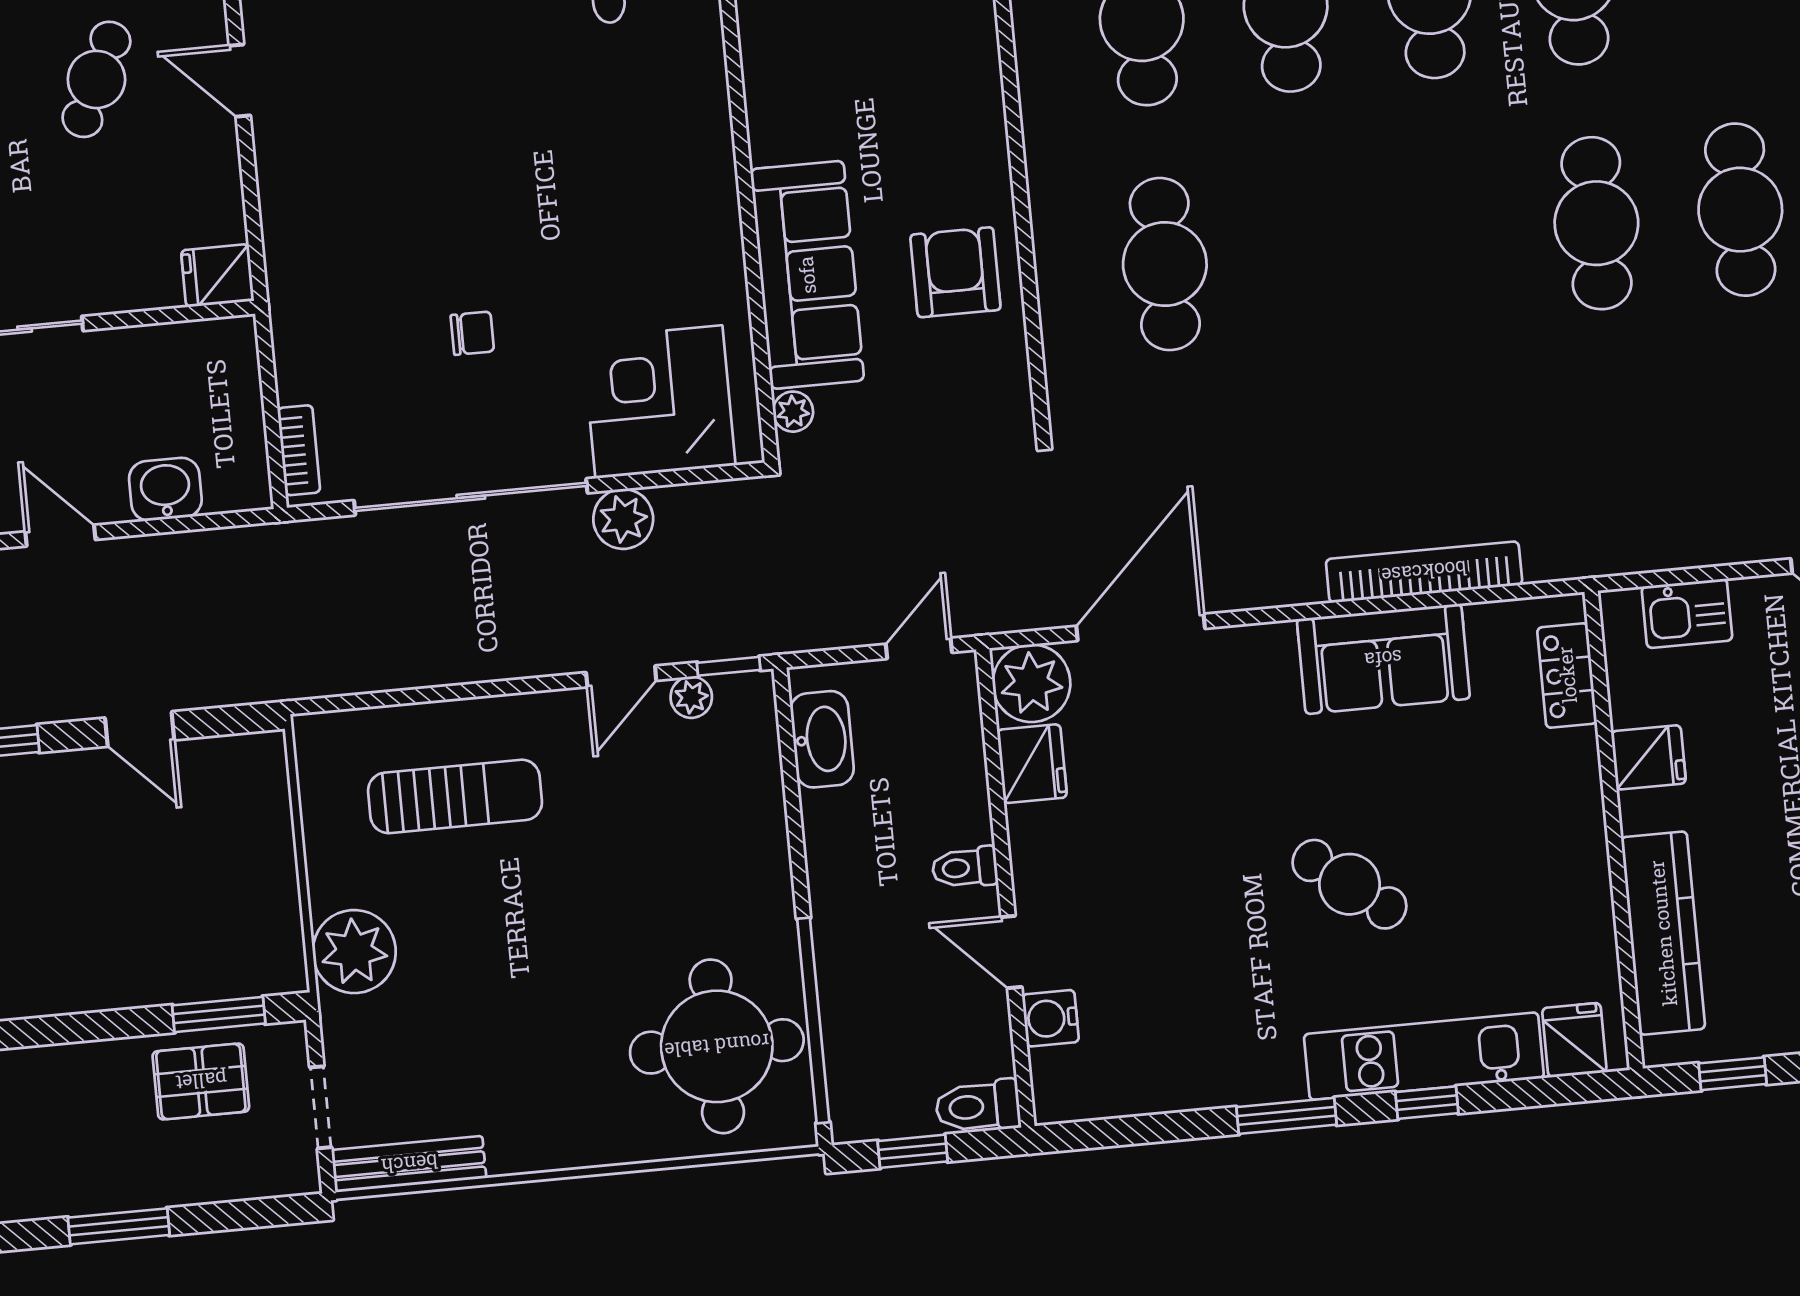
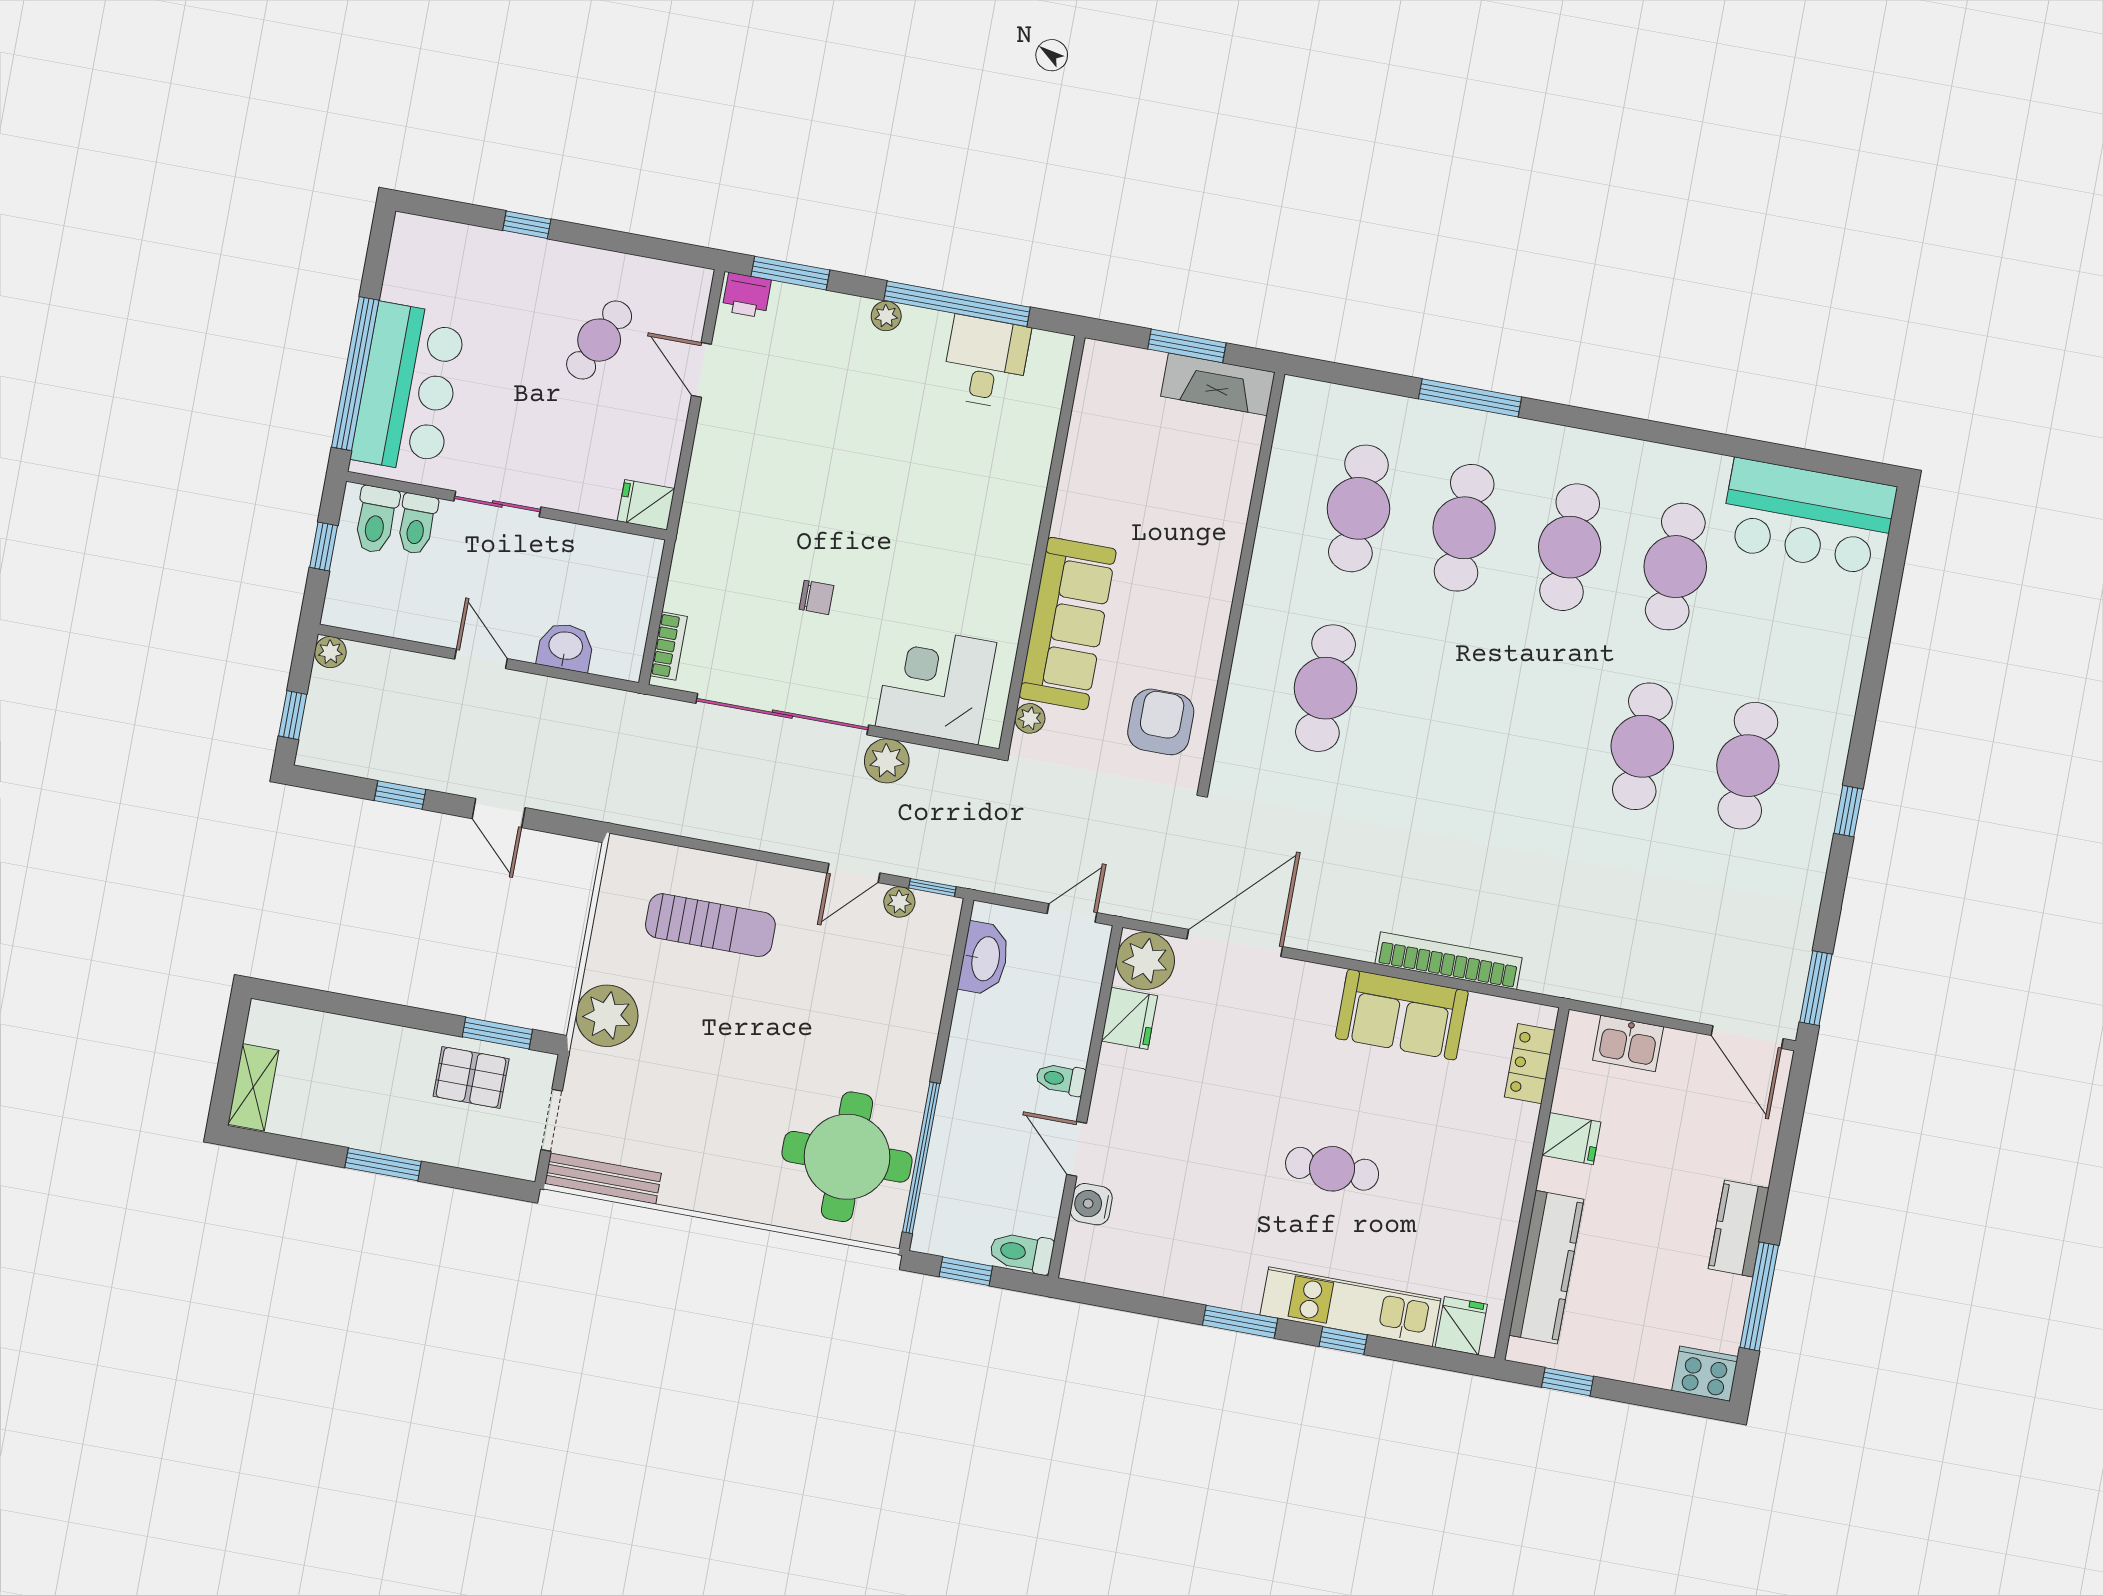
armchair: (955, 272) -> (1161, 722), moved
cafe table: (1349, 884) -> (1332, 1169), turned -38

